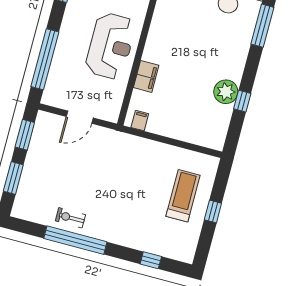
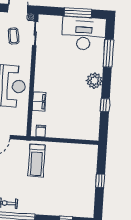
plant: (226, 92) -> (94, 81), moved
treadmill: (183, 196) -> (37, 161), moved, turned 180

